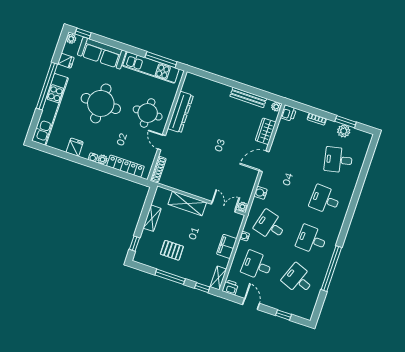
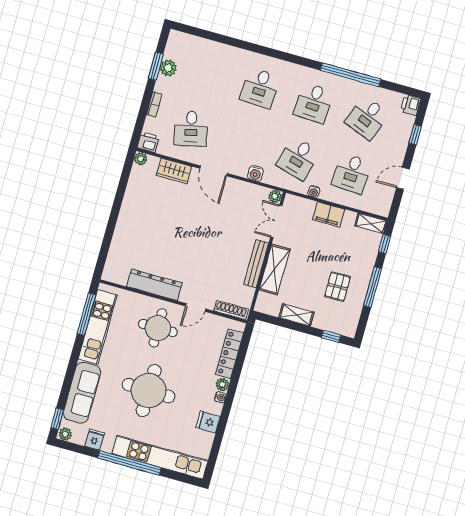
bench: (248, 97) -> (256, 264), moved
desk: (338, 160) -> (191, 129), moved
printer: (230, 287) -> (411, 105), moved

